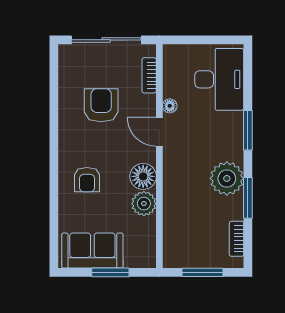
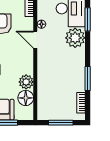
window: (248, 130) -> (88, 19), moved
floor lamp: (143, 176) -> (26, 98), moved
plant: (227, 178) -> (75, 38), moved

